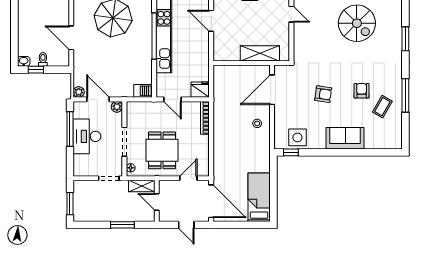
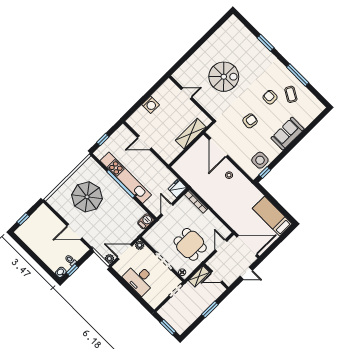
spiral stairs: (357, 23) -> (224, 77), moved
door: (172, 99) -> (167, 209), swing flipped
window: (70, 129) -> (126, 285), removed

